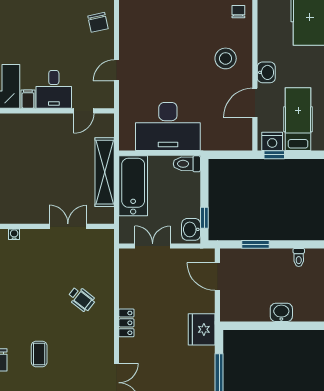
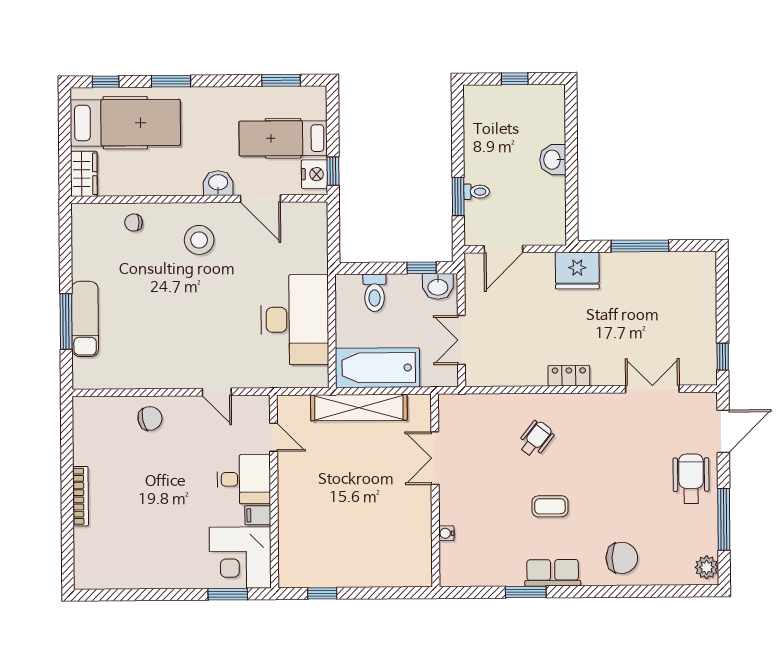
toilet: (187, 164) -> (375, 293), moved
toilet: (299, 258) -> (477, 192), moved
coffee table: (39, 354) -> (550, 506), moved

